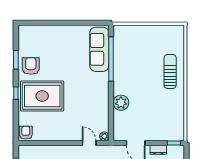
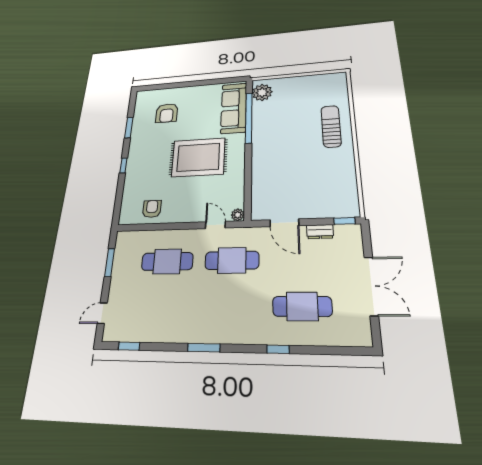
armchair: (31, 66) -> (167, 113), moved, turned 180
rug: (42, 96) -> (198, 157), moved
plant: (121, 103) -> (262, 92), moved
armchair: (26, 133) -> (152, 209), moved

